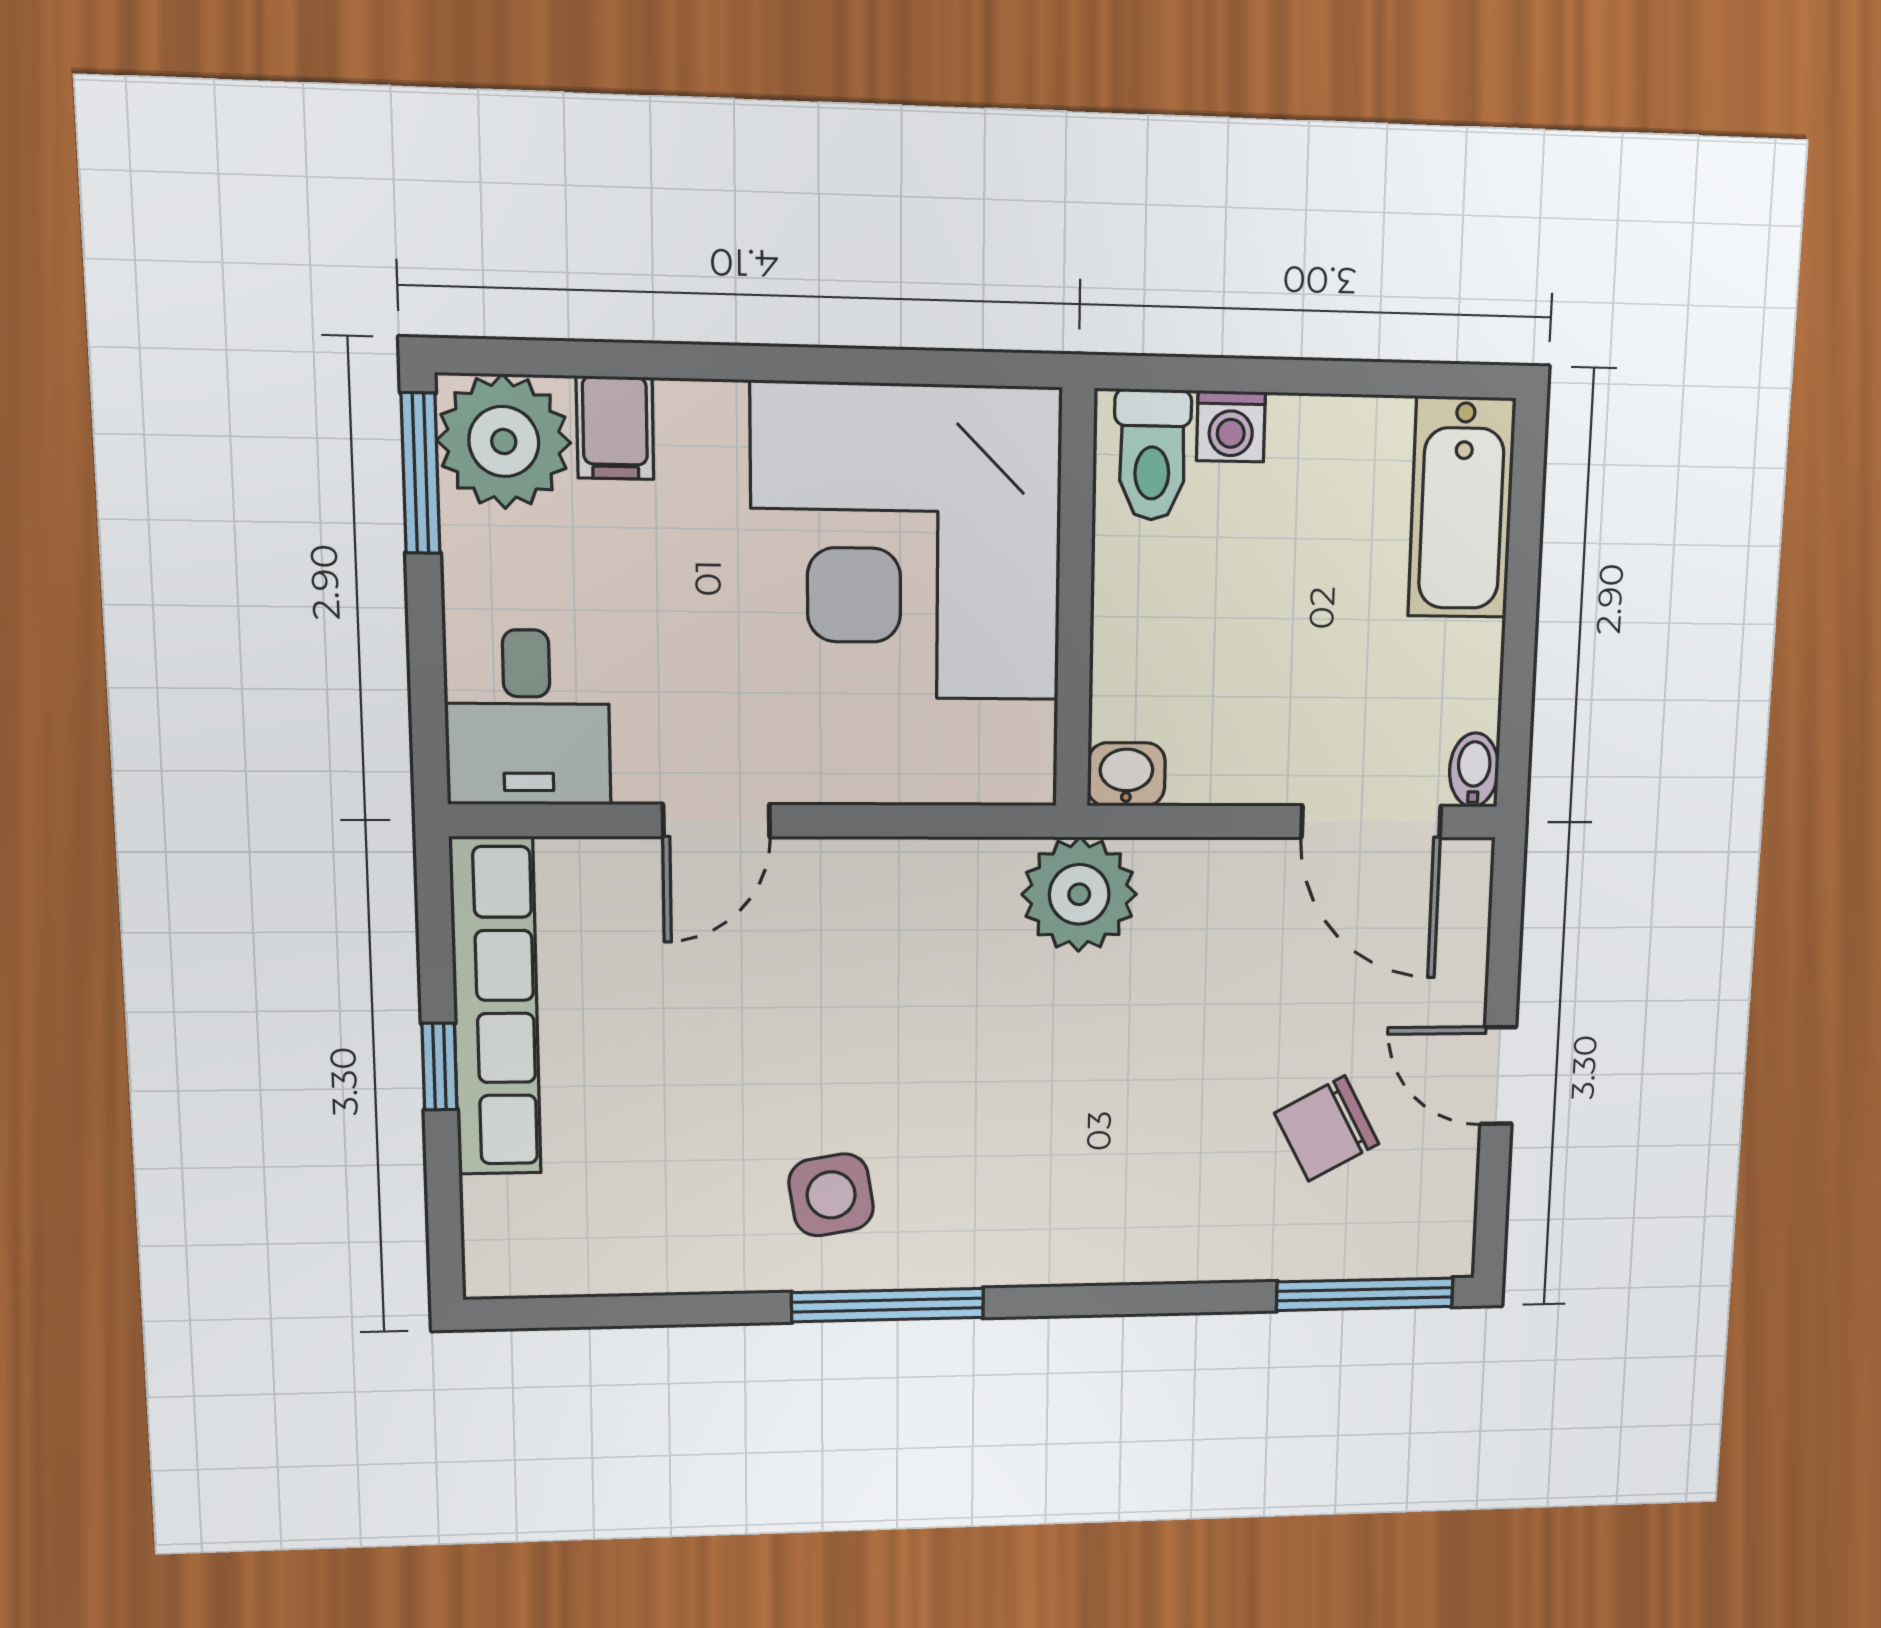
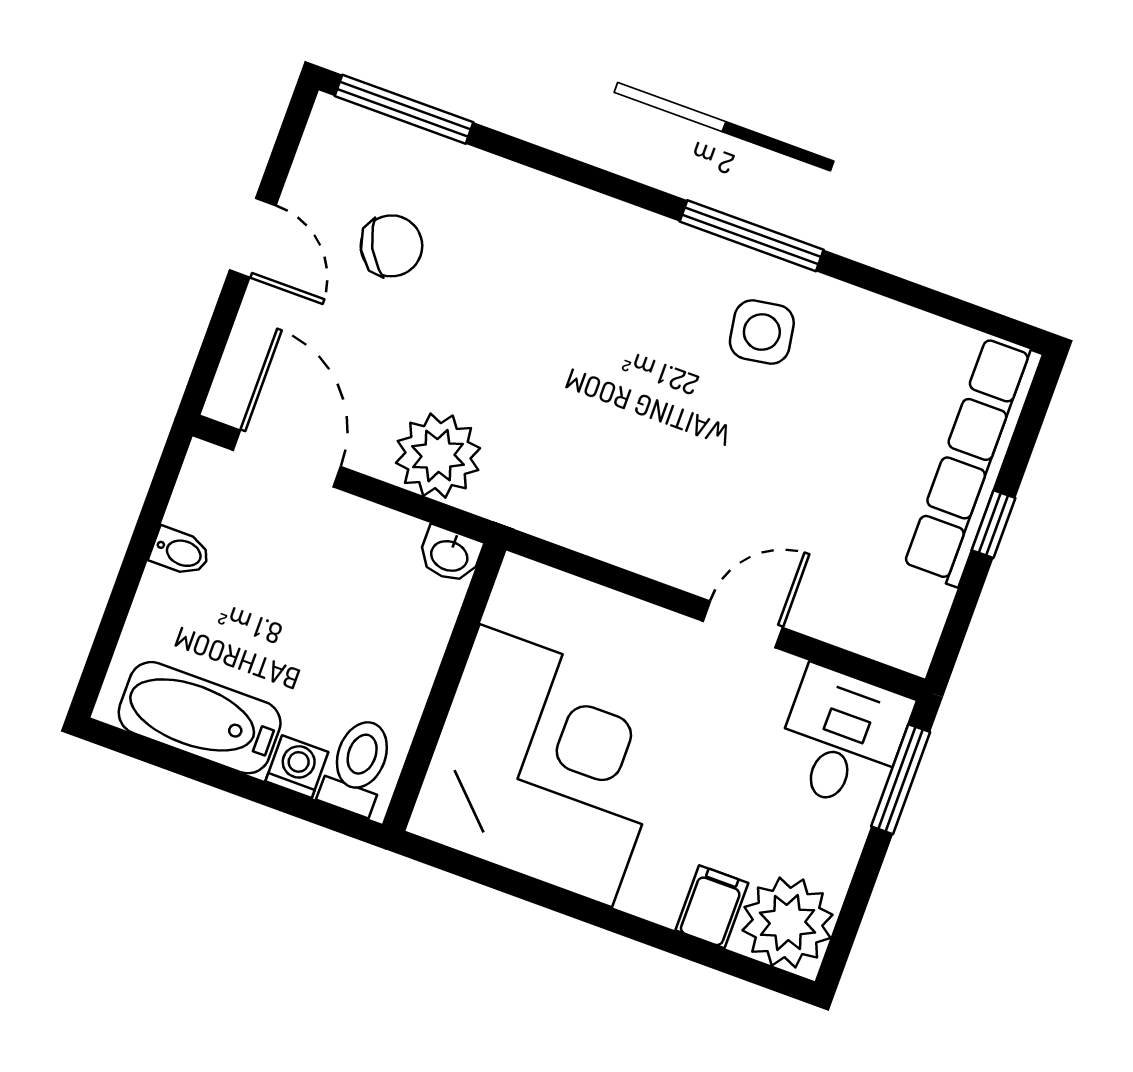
window: (420, 473) -> (901, 779), moved
bathtub: (1462, 507) -> (200, 718), moved, turned -90
bidet: (1474, 770) -> (180, 552), moved, turned -90
plant: (1079, 894) -> (438, 456), moved
row of seats: (495, 1007) -> (973, 461), moved

